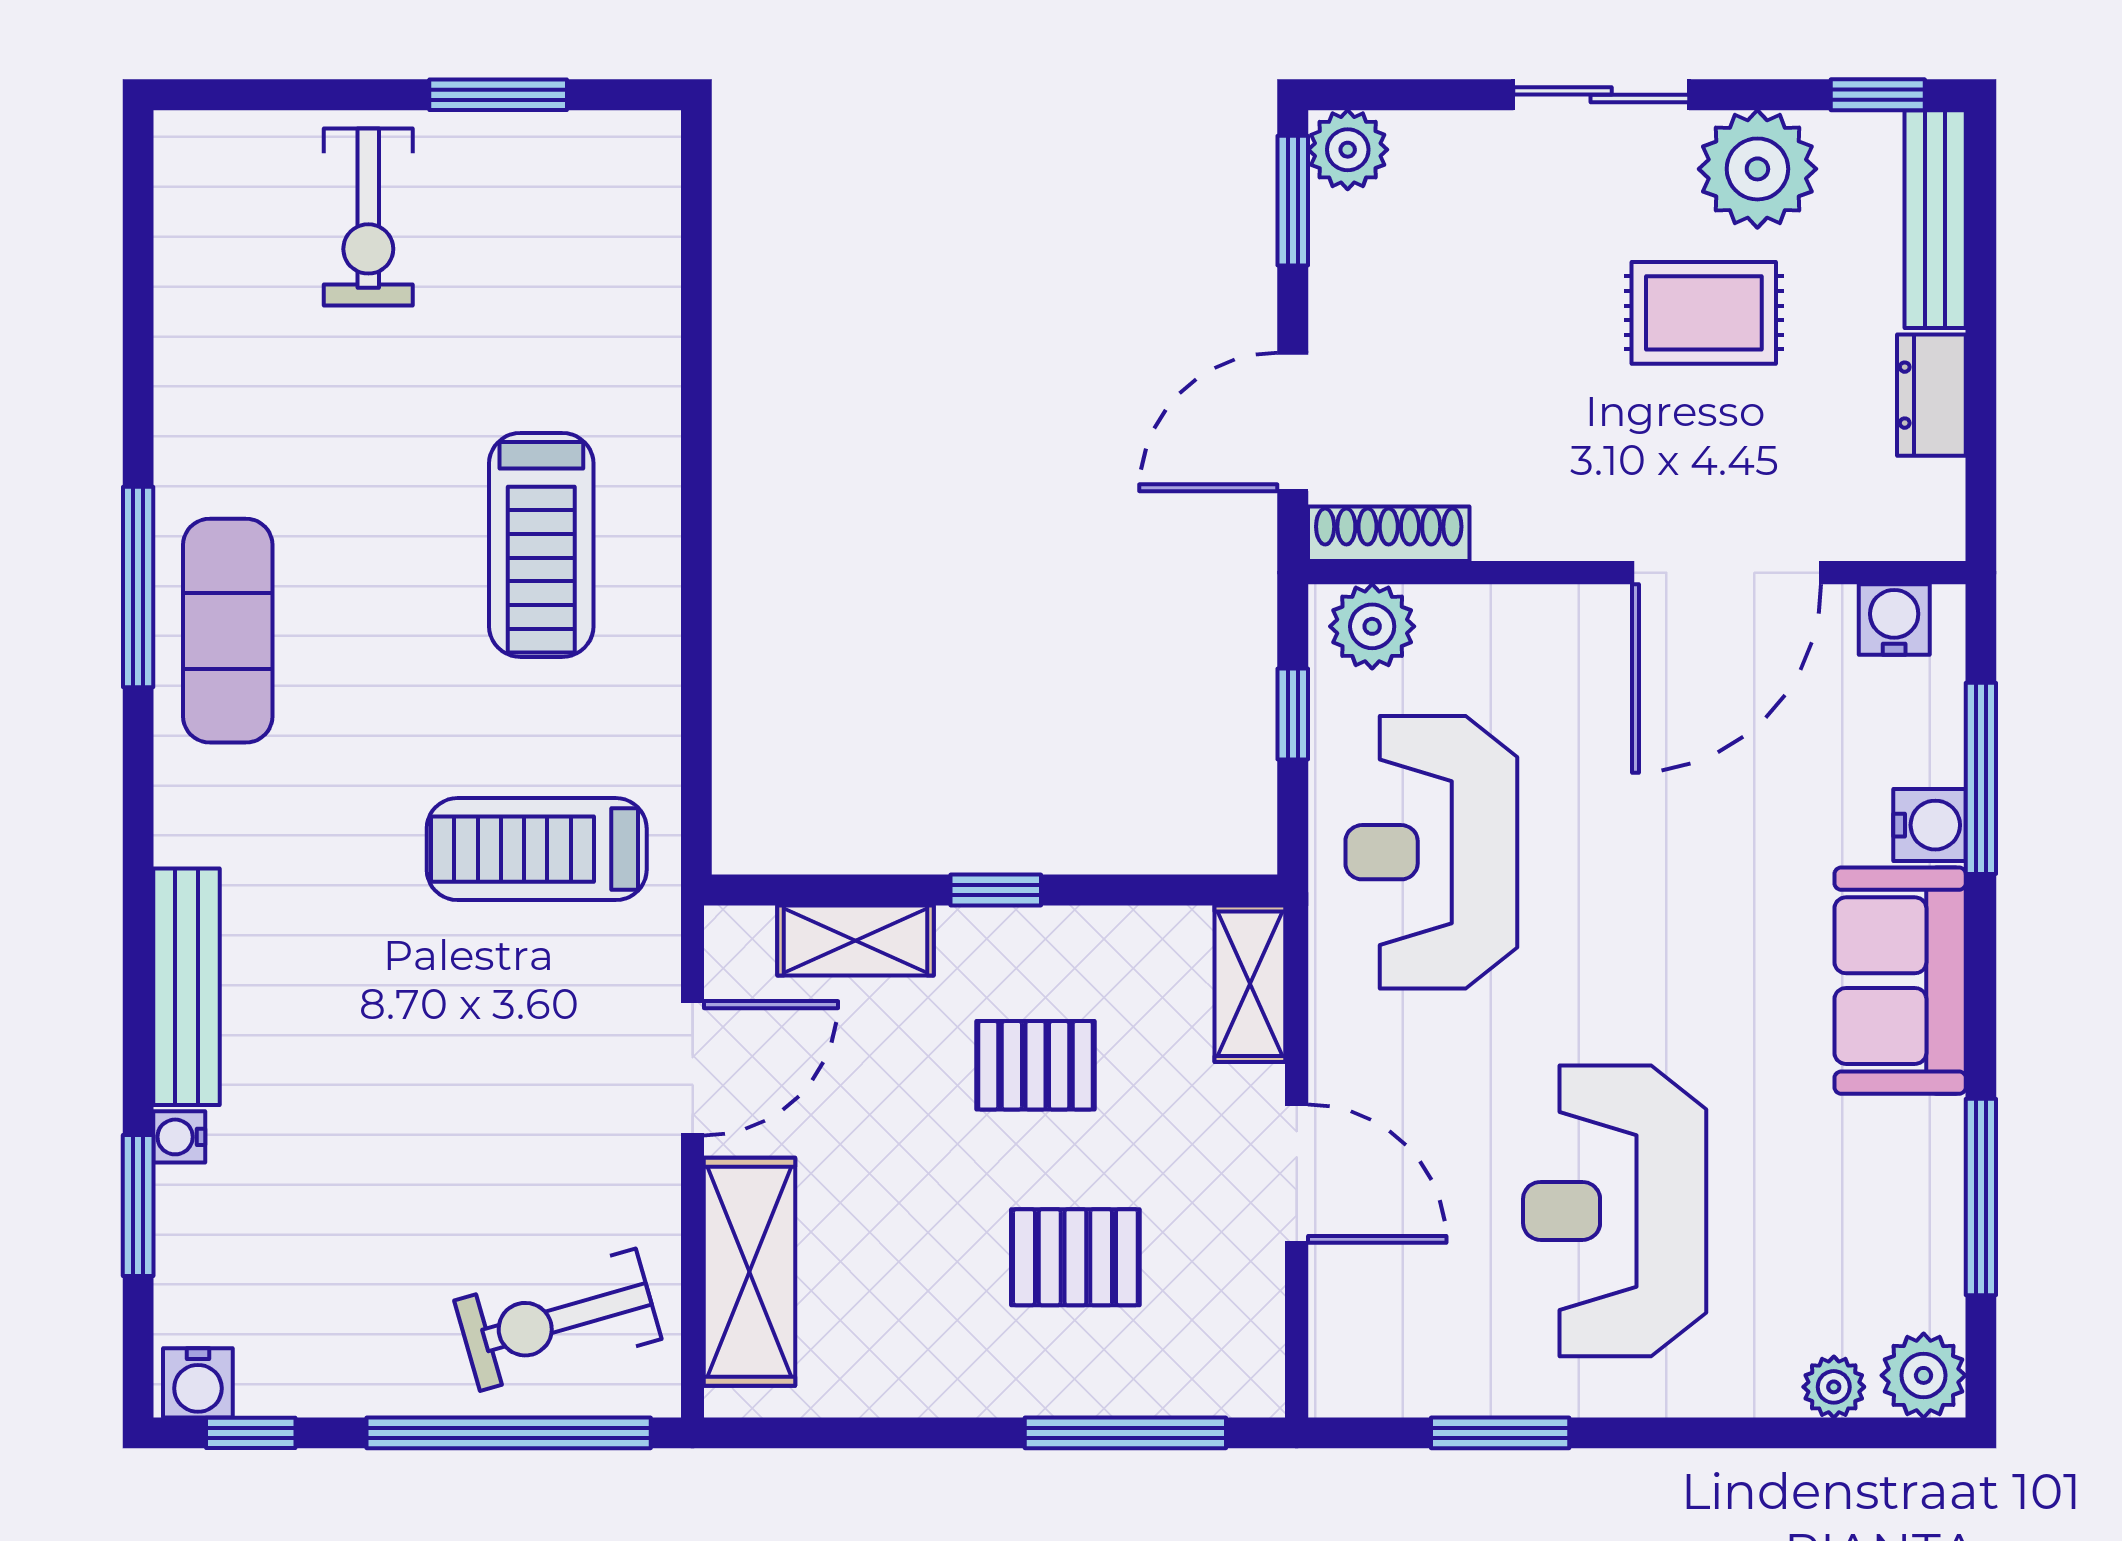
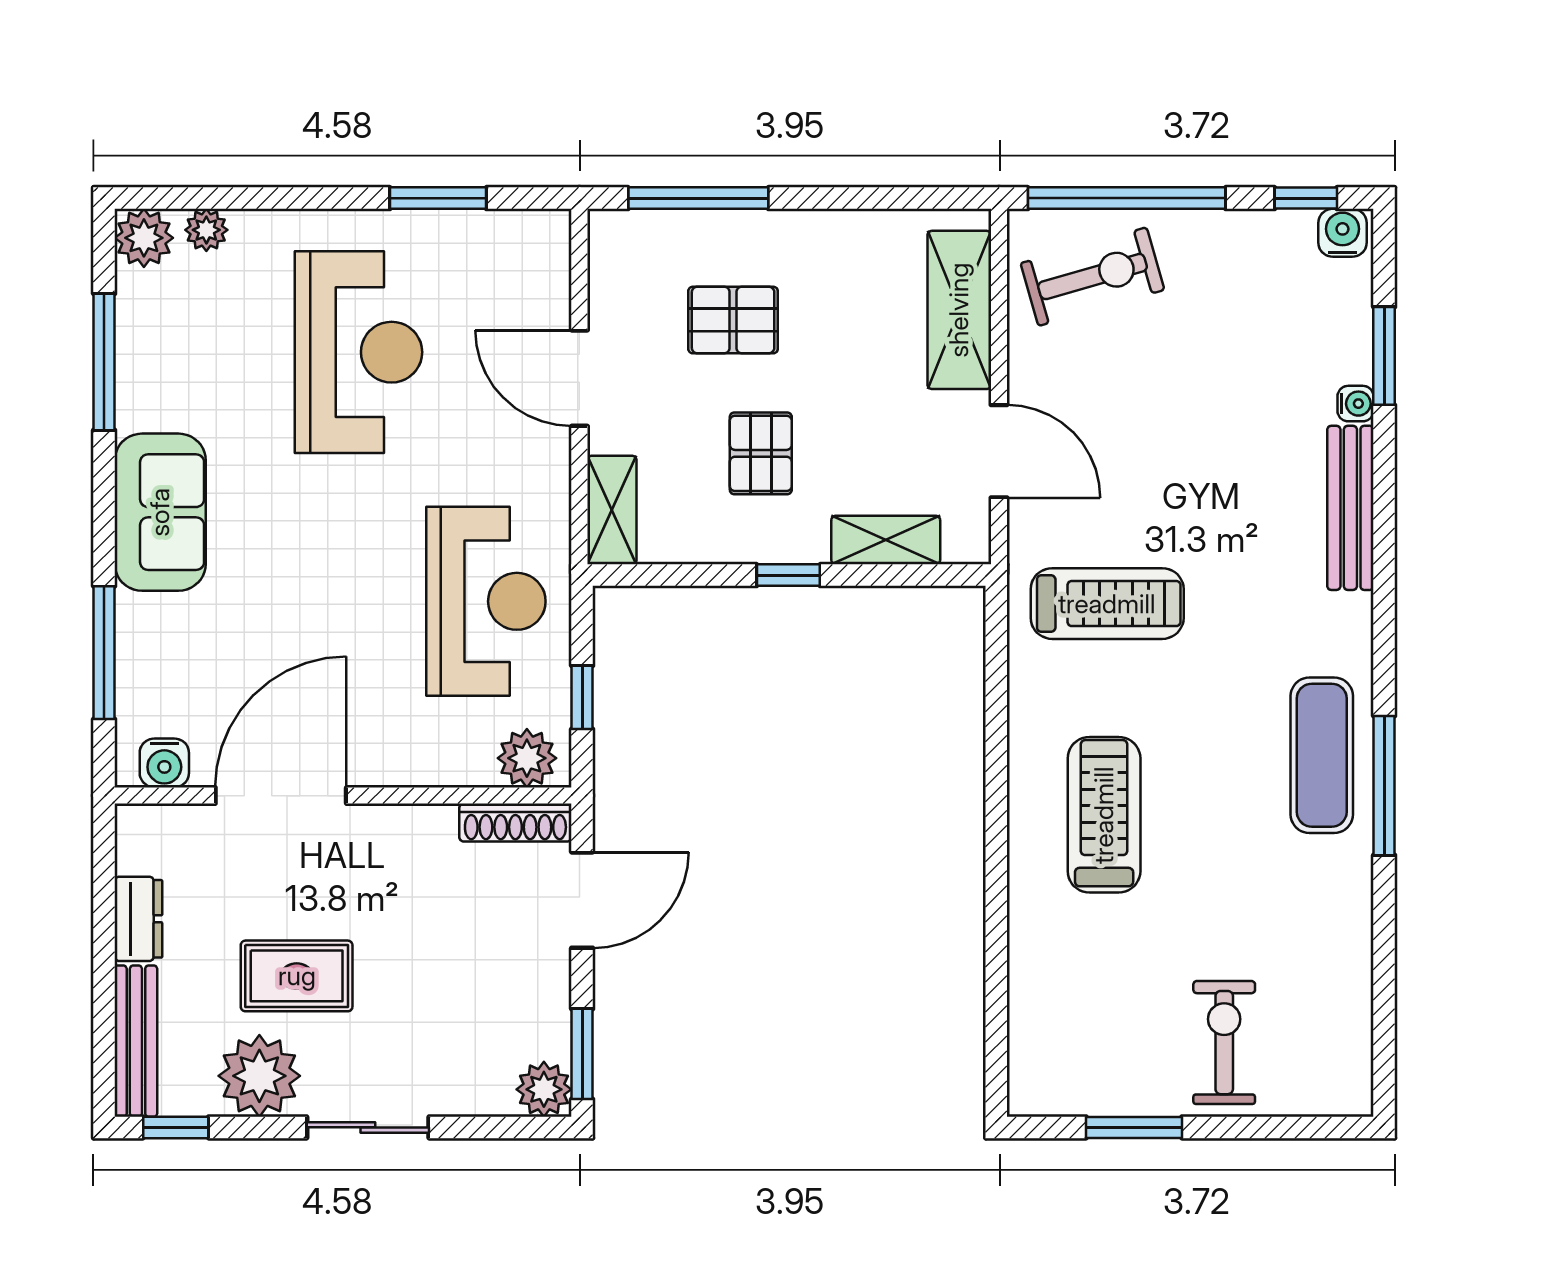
water cooler: (1930, 825) -> (140, 620), removed
pallet: (1035, 1065) -> (761, 453), turned 90
door: (693, 1068) -> (999, 451), swing flipped

